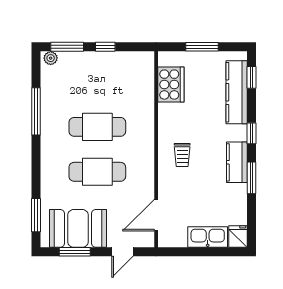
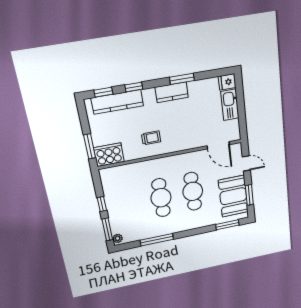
window: (202, 47) -> (90, 146), moved
cooker: (171, 85) -> (109, 155), moved
window: (251, 133) -> (134, 87), moved
trolley: (182, 155) -> (151, 138), moved

